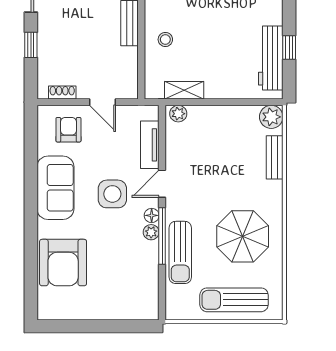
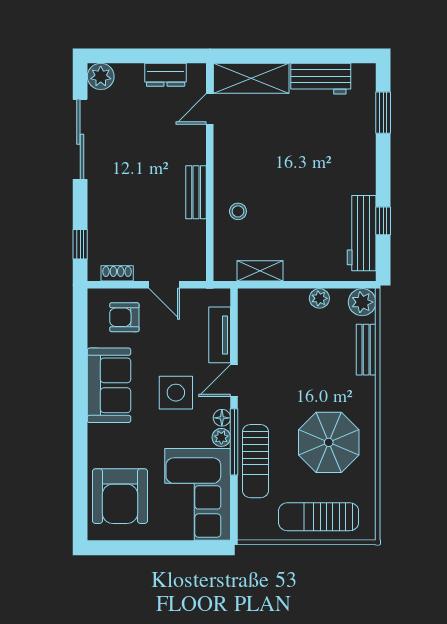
window: (31, 45) -> (80, 244), moved
plant: (178, 114) -> (319, 298), moved
armchair: (68, 130) -> (124, 317), turned -90
armchair: (63, 263) -> (120, 496), moved
corner sofa: (131, 281) -> (198, 494), added

